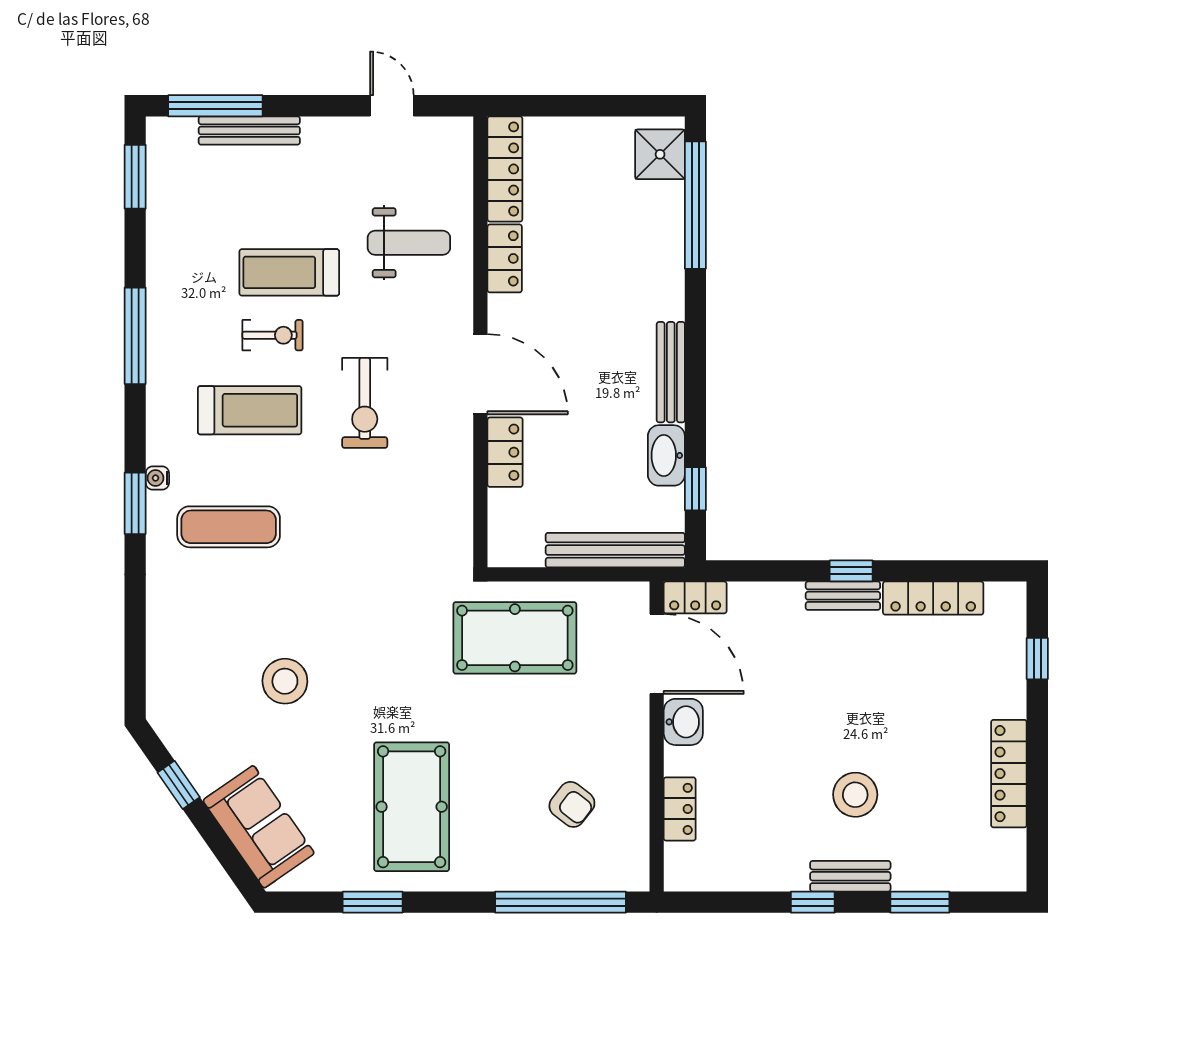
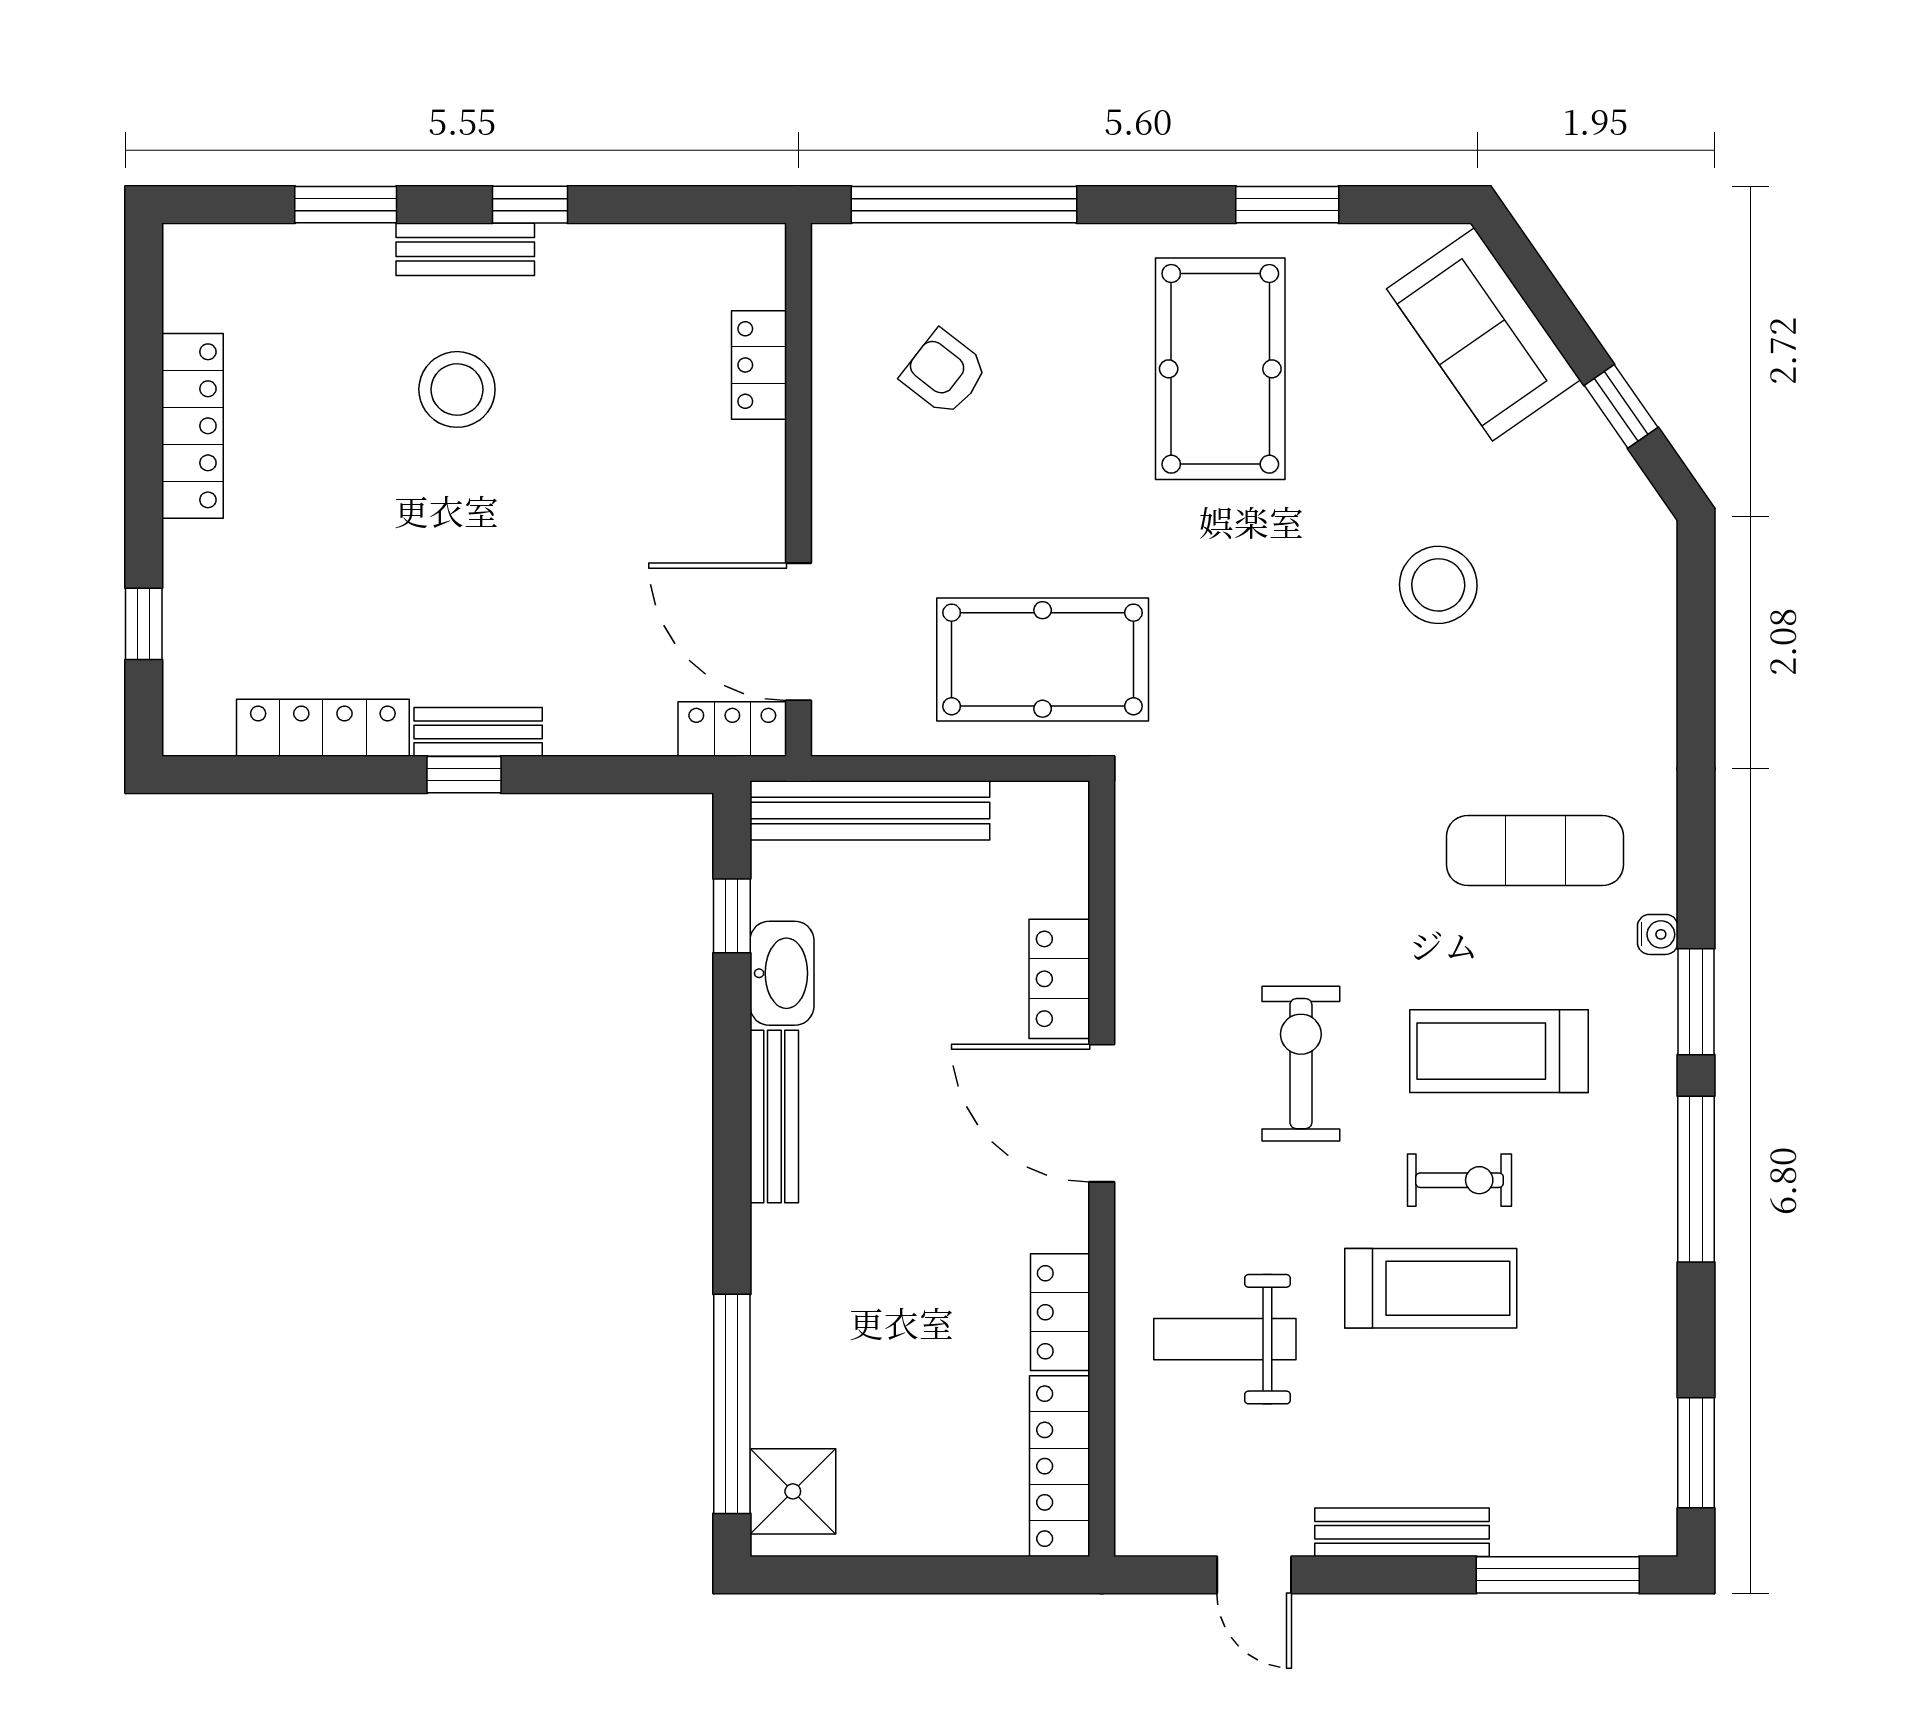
bench: (249, 131) -> (1402, 1532), moved
exercise bike: (273, 335) -> (1460, 1180), turned 180
window: (135, 503) -> (1696, 1002), moved
washbasin: (683, 722) -> (753, 515), removed

